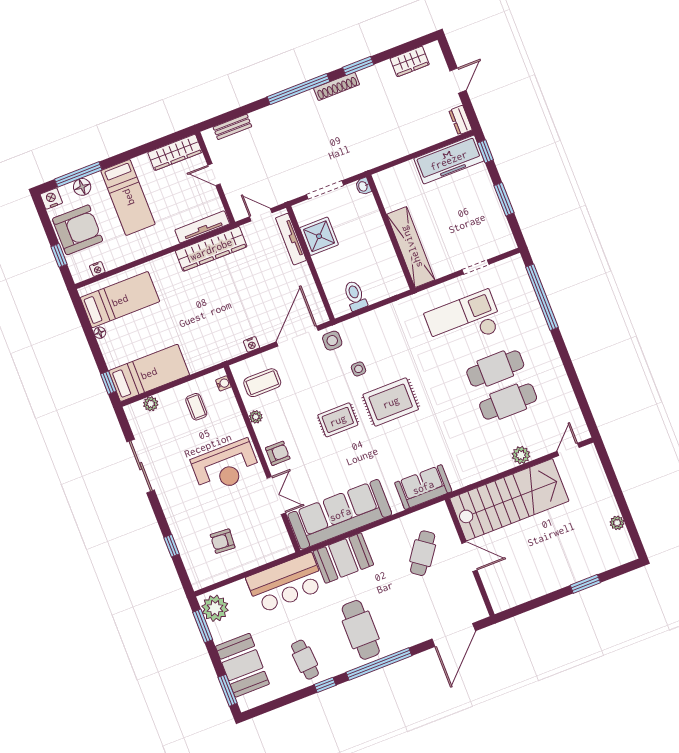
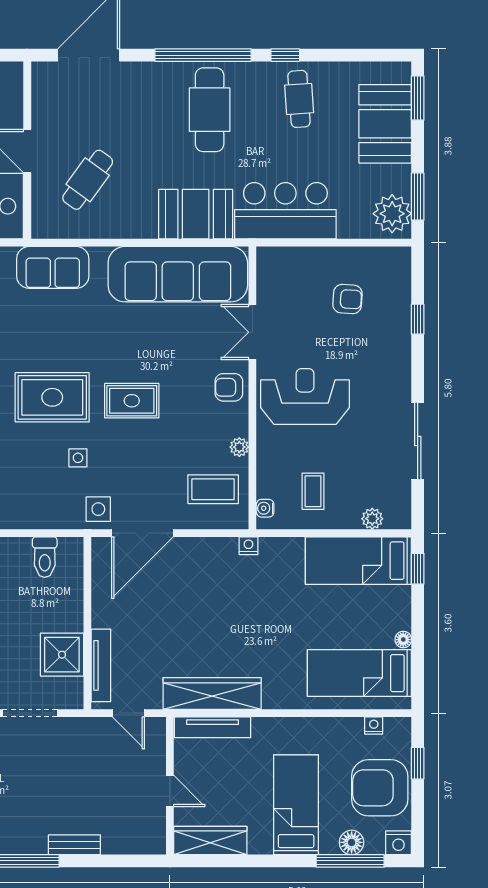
bench: (232, 127) -> (74, 845), moved
nightstand: (251, 344) -> (249, 546), moved

